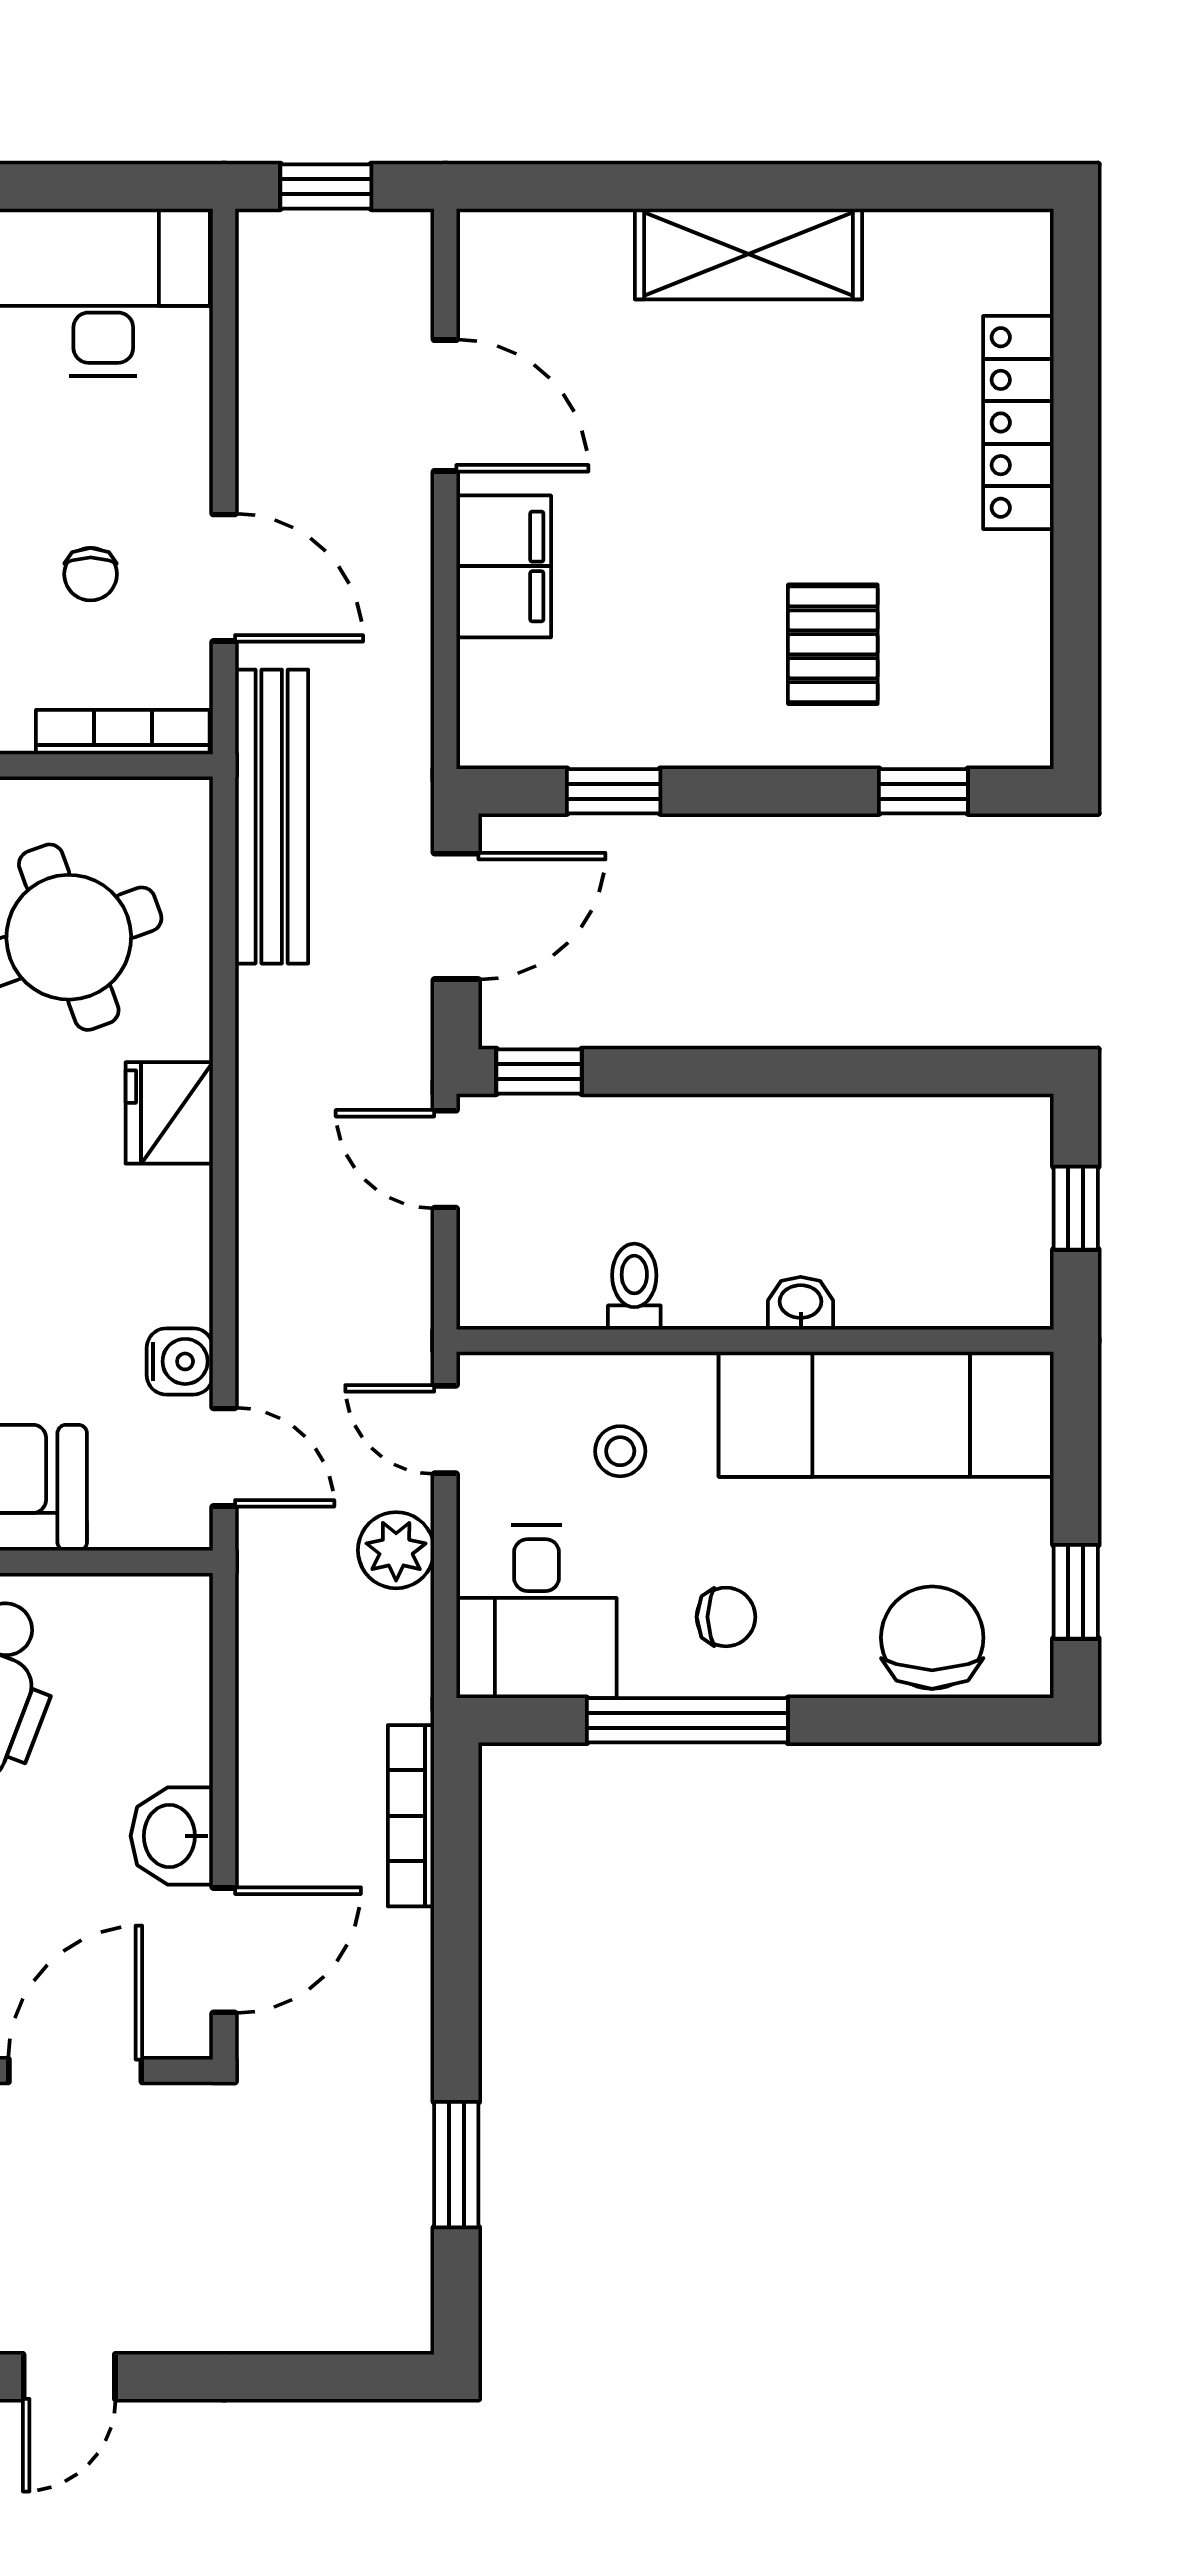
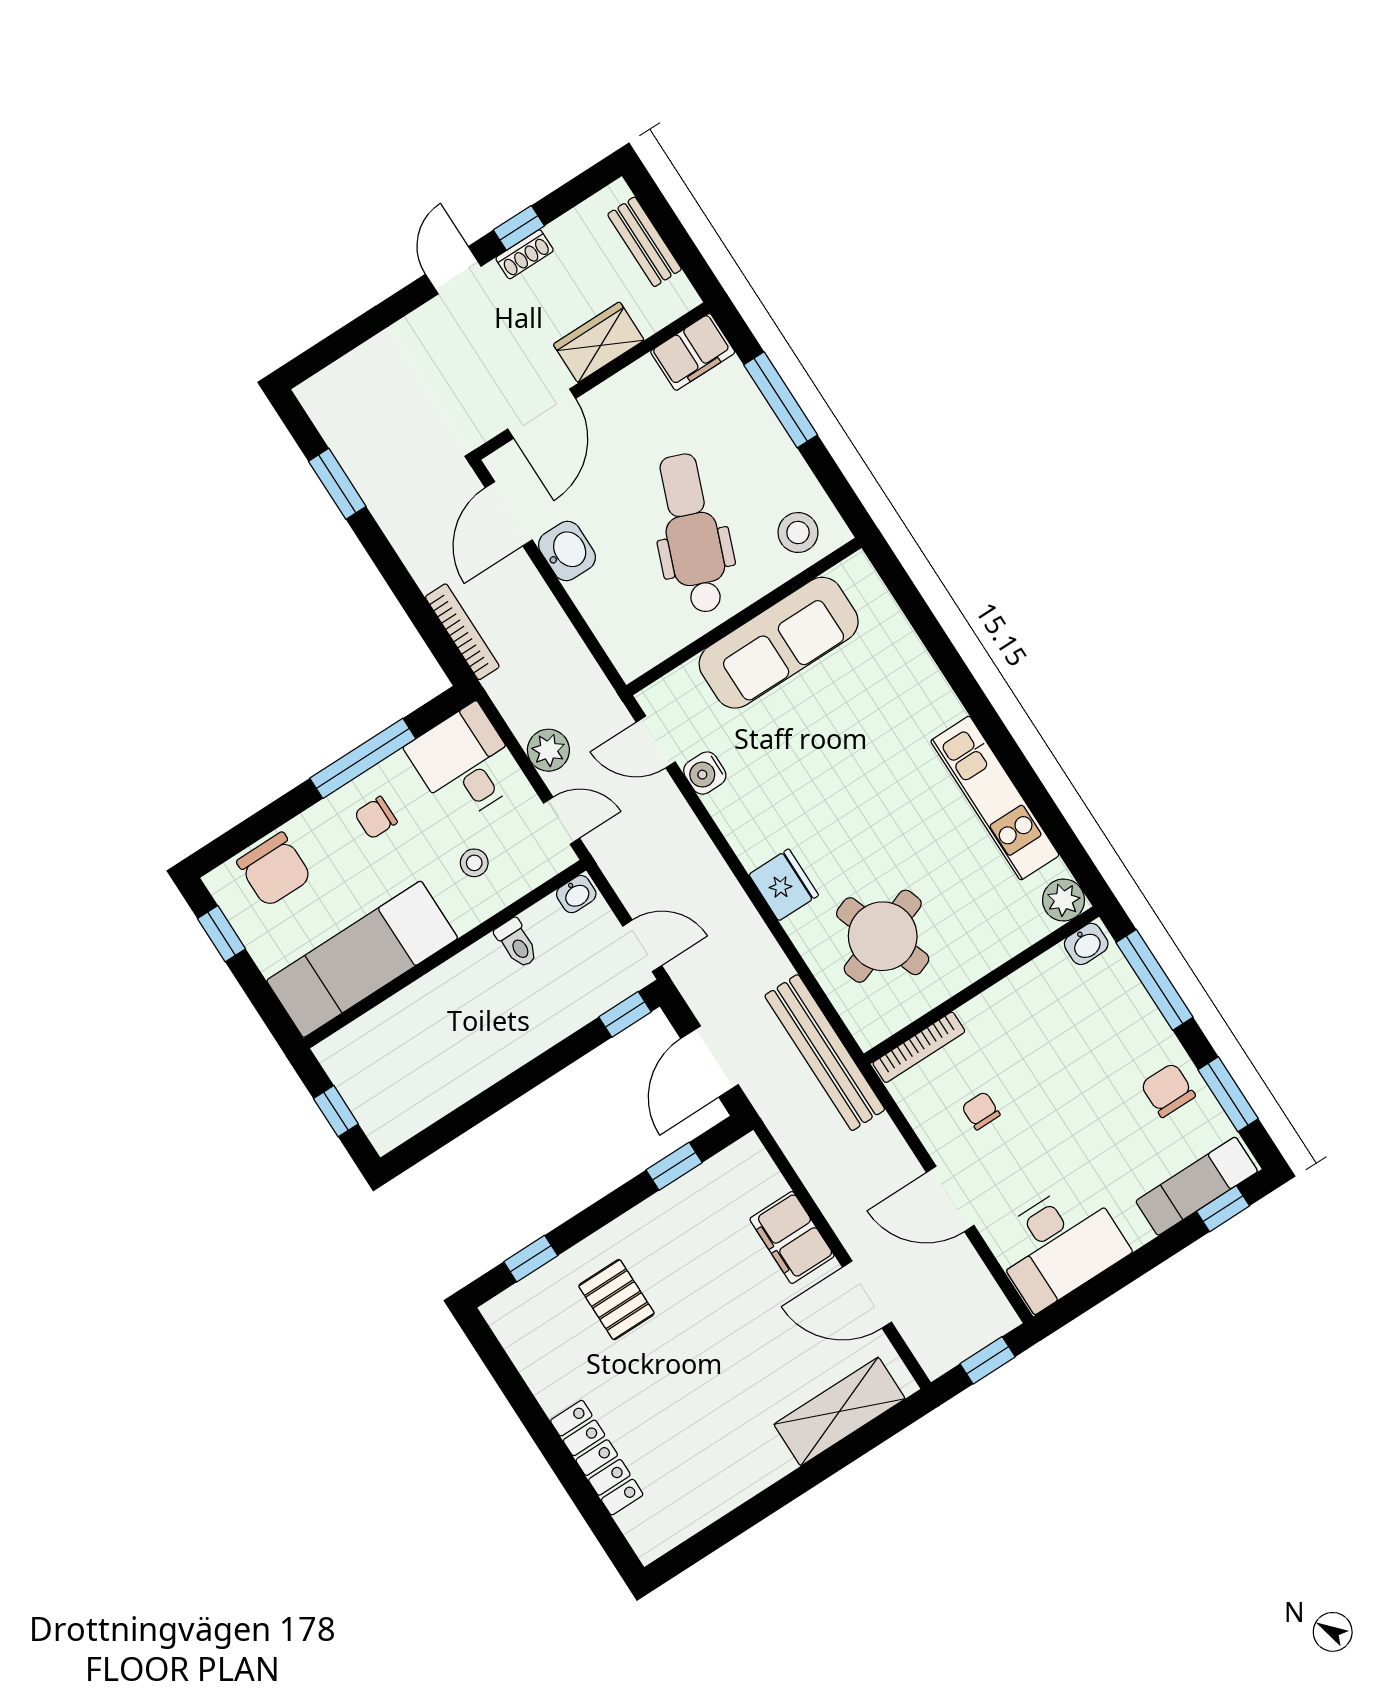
shelving: (748, 254) -> (839, 1412), moved
door: (224, 578) -> (950, 1199), moved
washbasin: (801, 1303) -> (576, 894), moved

